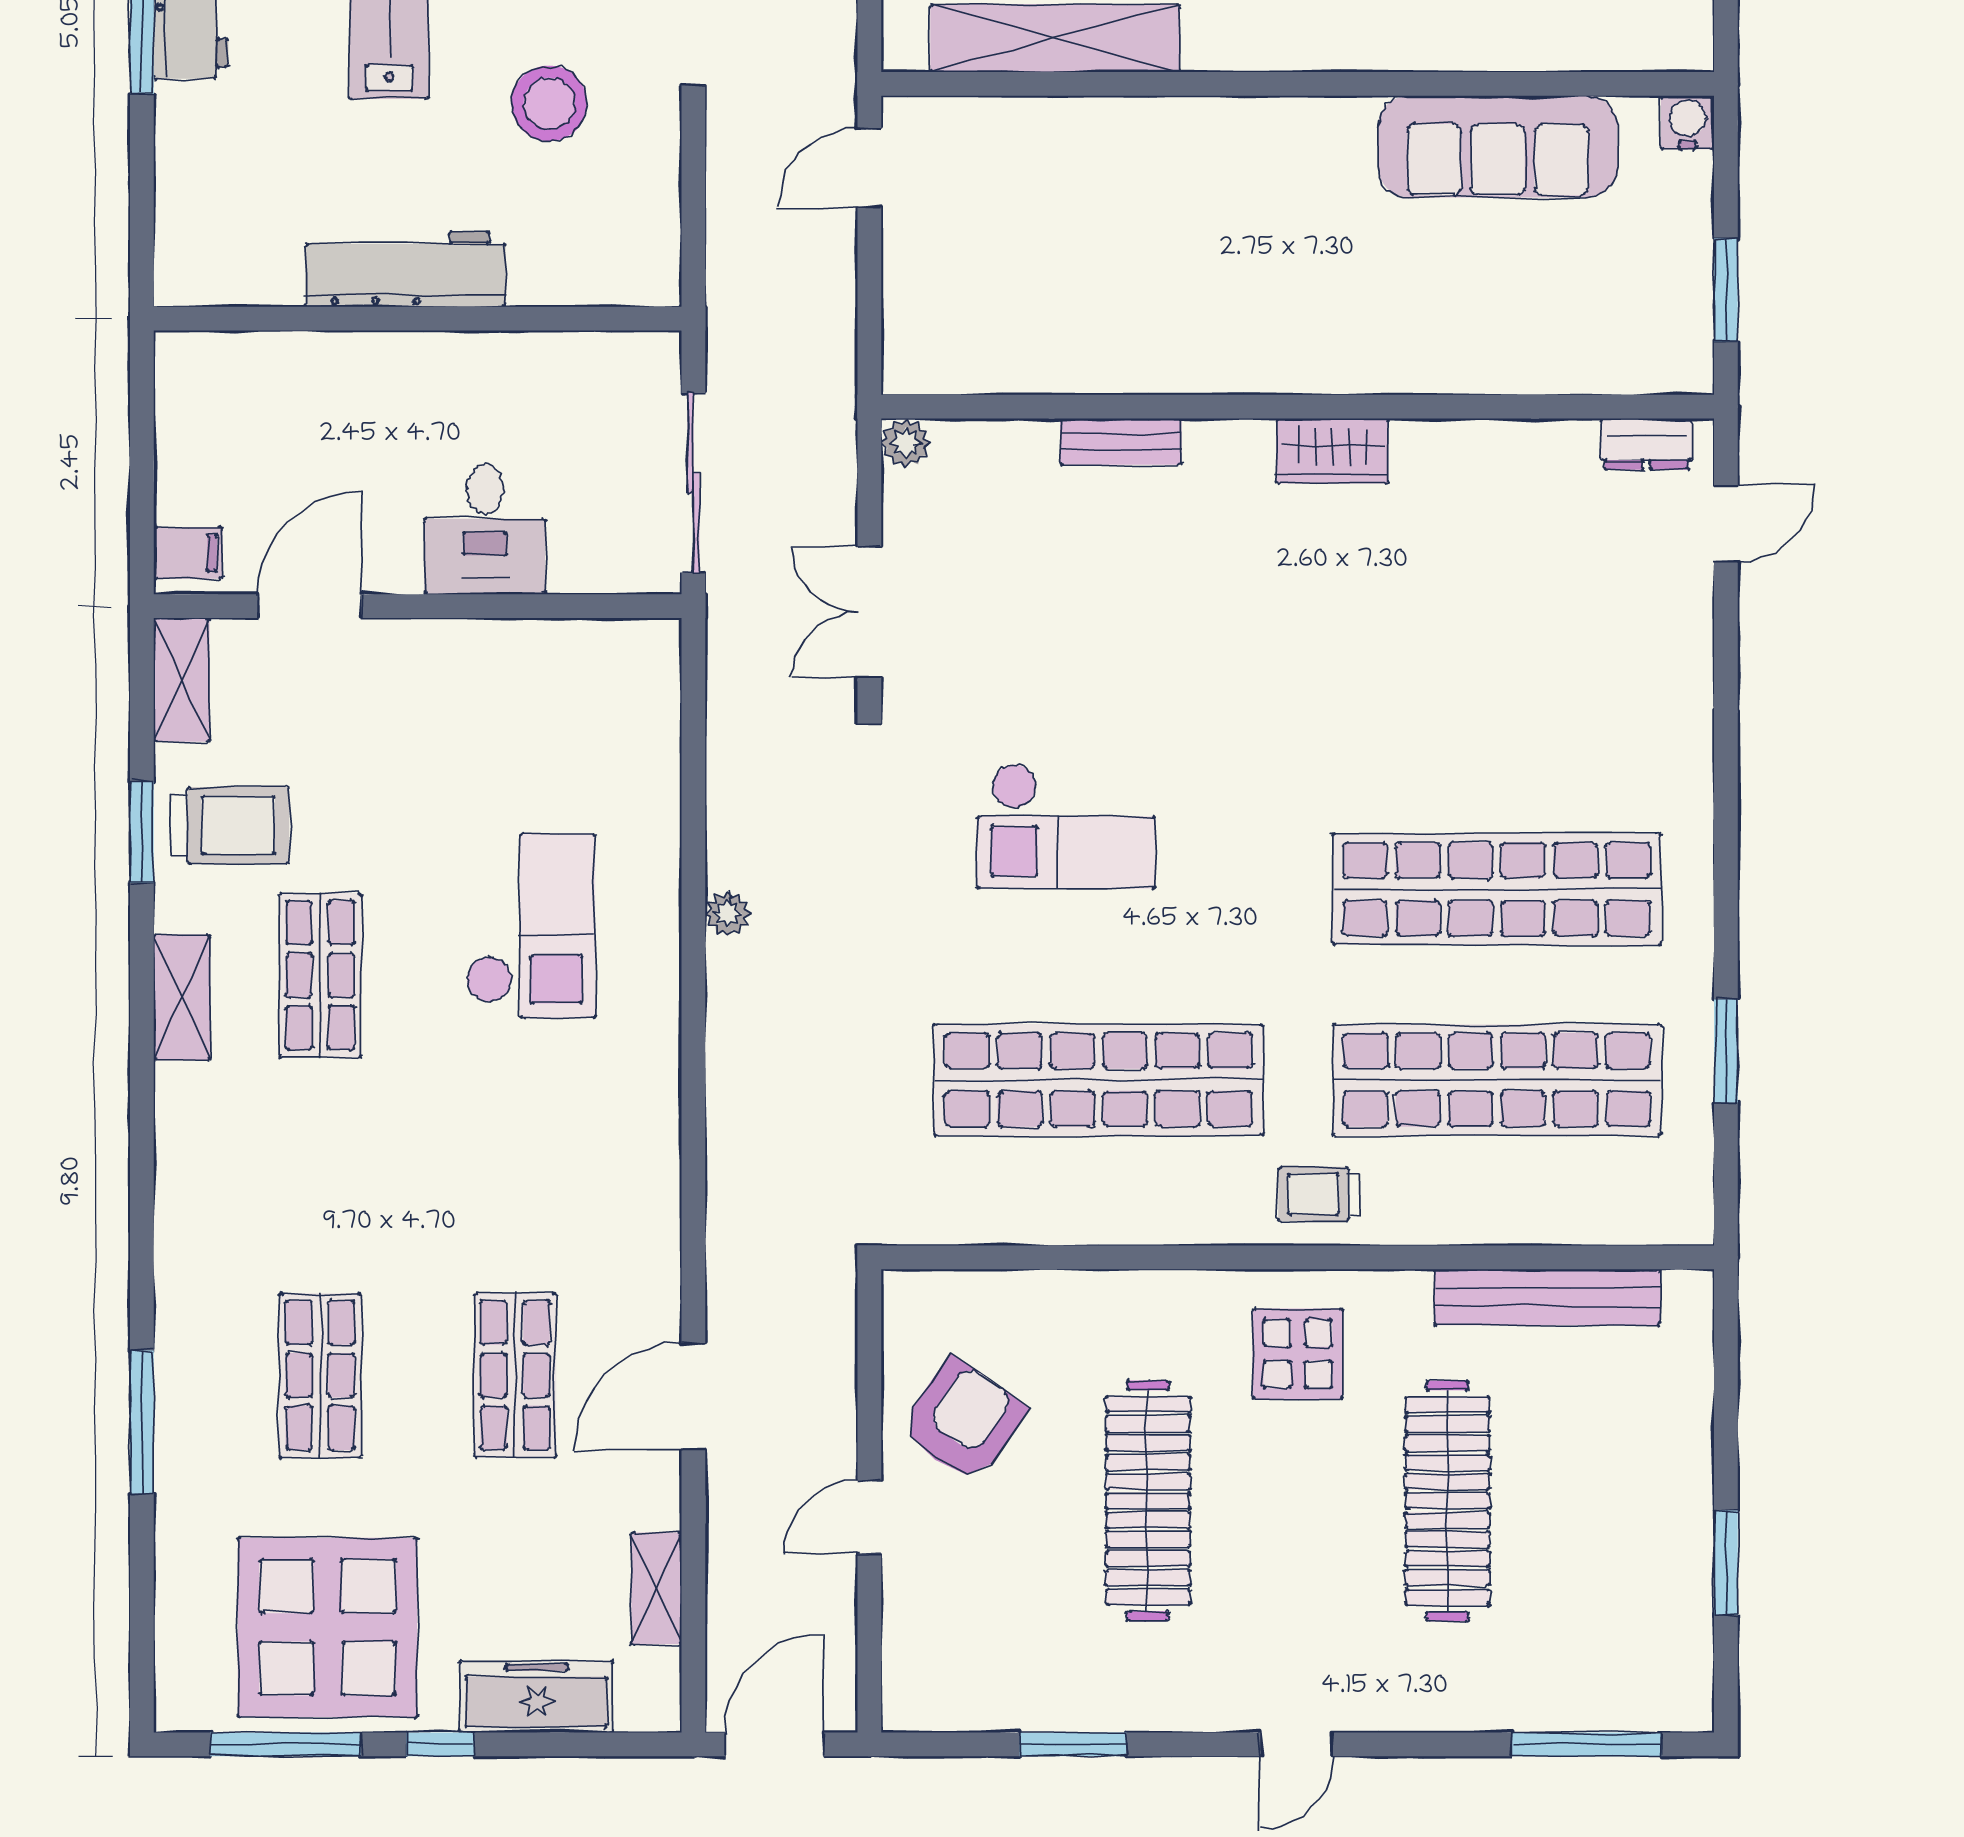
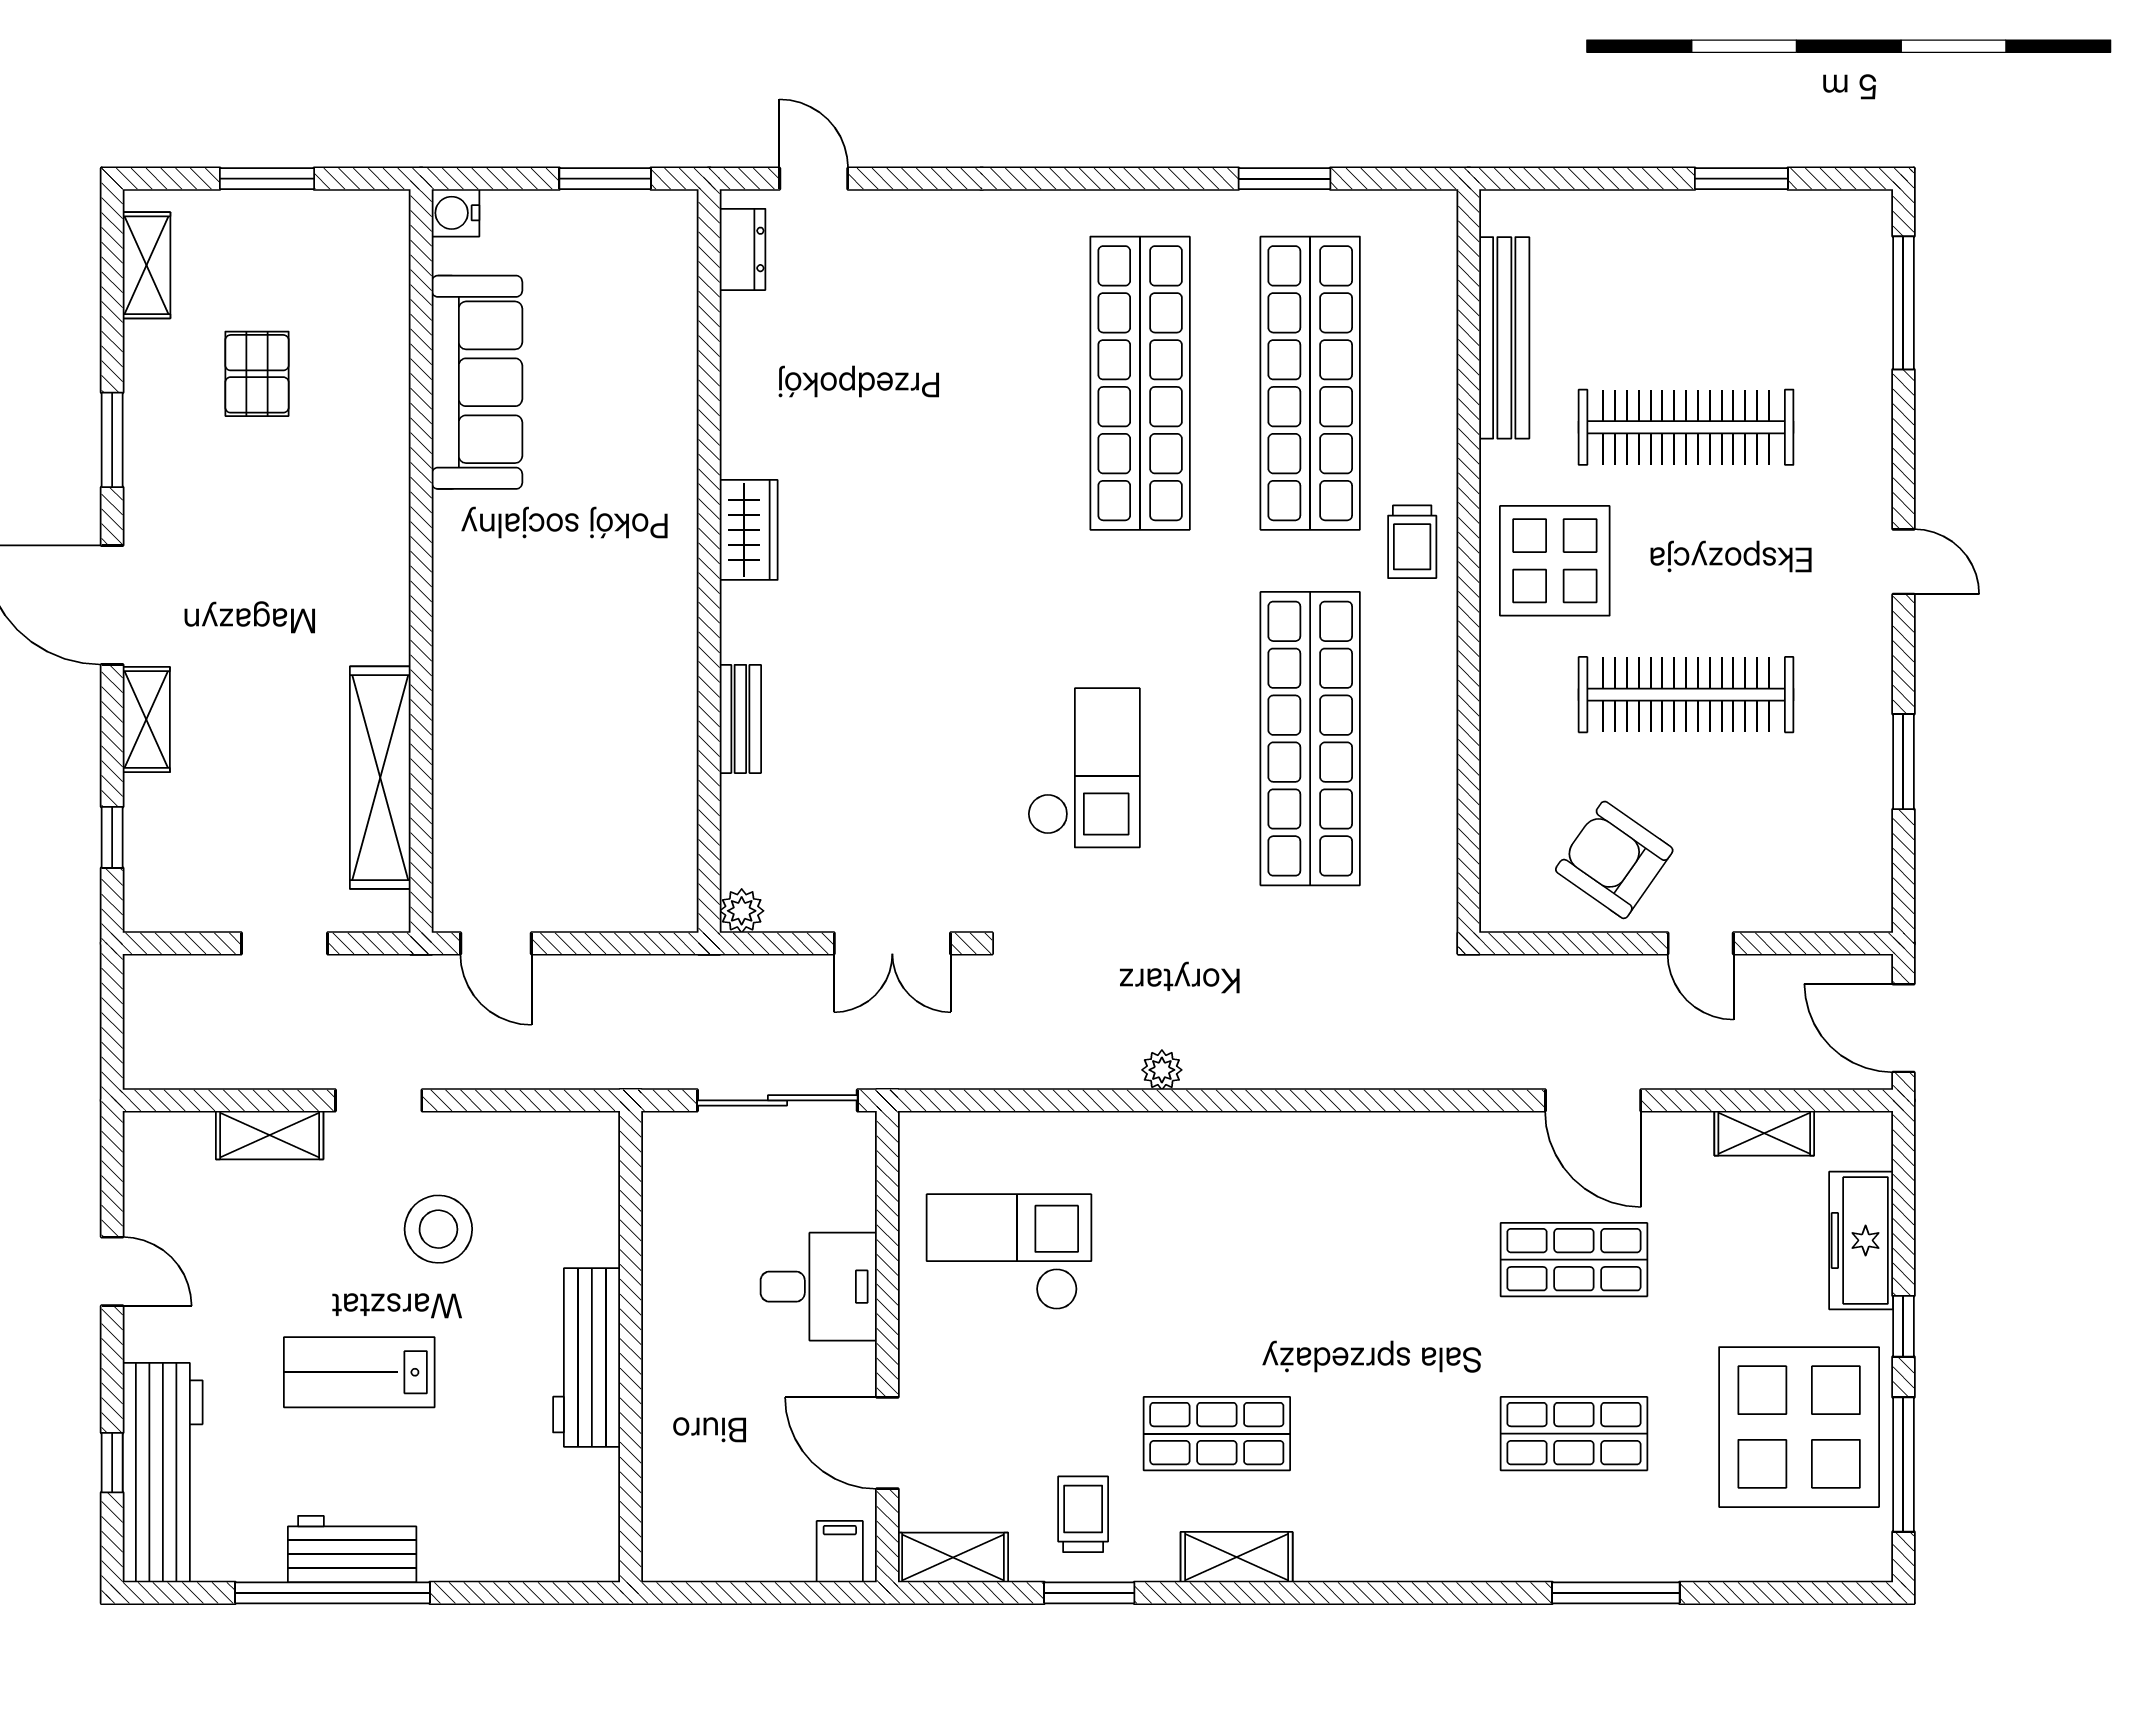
trolley: (230, 825) -> (1083, 1514), width x0.73, depth x0.72
checkout: (530, 926) -> (1009, 1252), moved
display table: (1298, 1354) -> (1555, 561), width x1.36, depth x1.36

